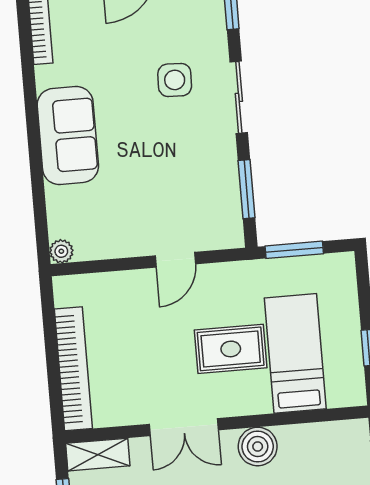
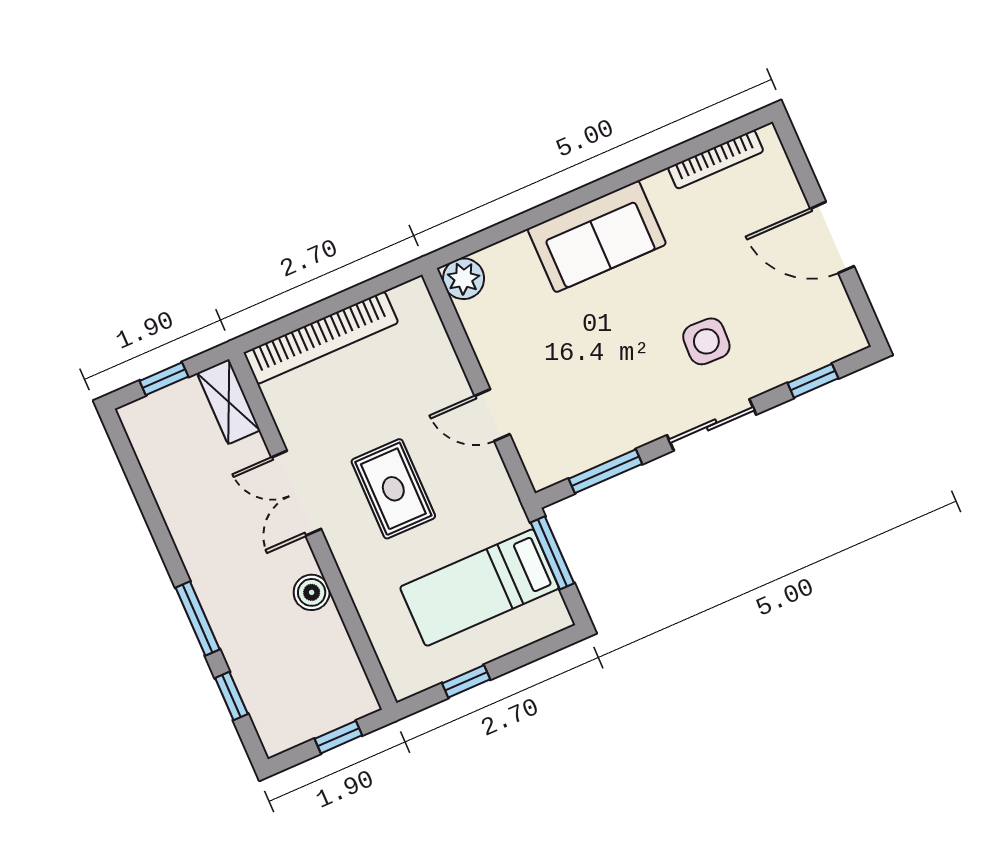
plant: (61, 251) -> (464, 279), width x1.38, depth x1.38
rug: (231, 349) -> (393, 489), moved
bed: (295, 353) -> (479, 588), moved, turned 180
boiler: (258, 447) -> (312, 592), width x0.73, depth x0.73

